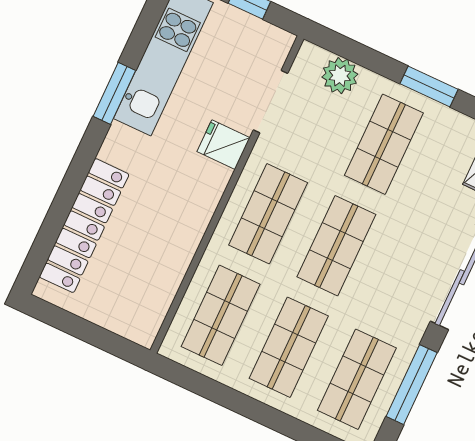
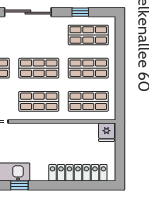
window: (114, 93) -> (19, 185), width x0.67
fridge: (223, 145) -> (106, 132), moved
window: (412, 385) -> (80, 12), width x0.46

